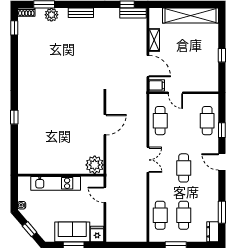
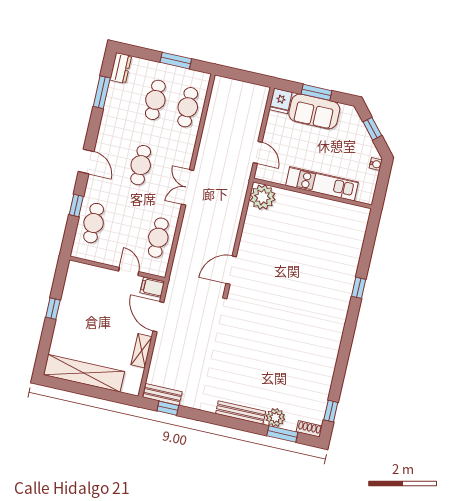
bench: (81, 13) -> (241, 412), width x1.36
door: (105, 125) -> (231, 270), moved

